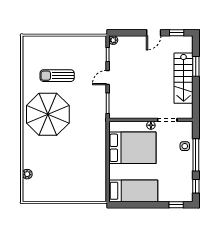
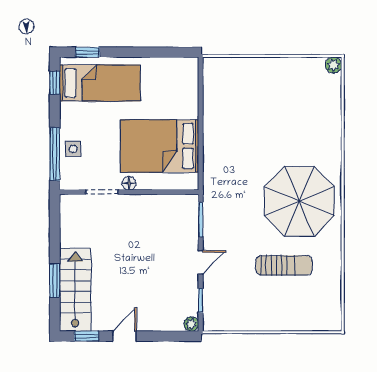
stairs: (184, 78) -> (75, 290), moved
window: (196, 155) -> (55, 154), moved
plant: (27, 174) -> (334, 65), moved
bed: (133, 191) -> (100, 83), moved, turned 180

